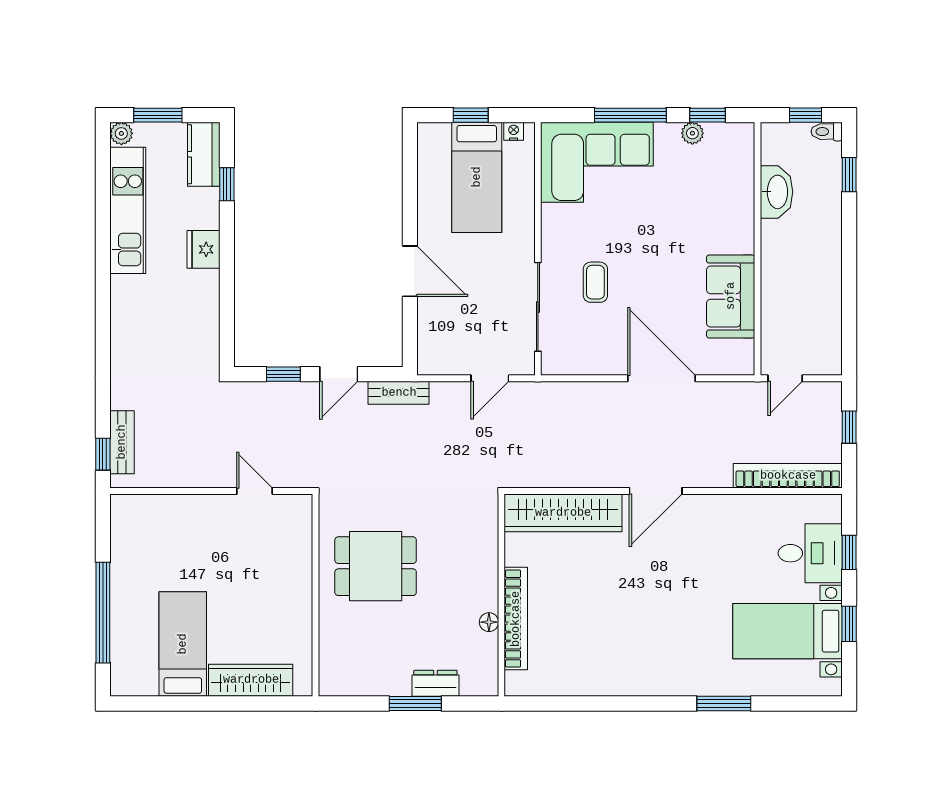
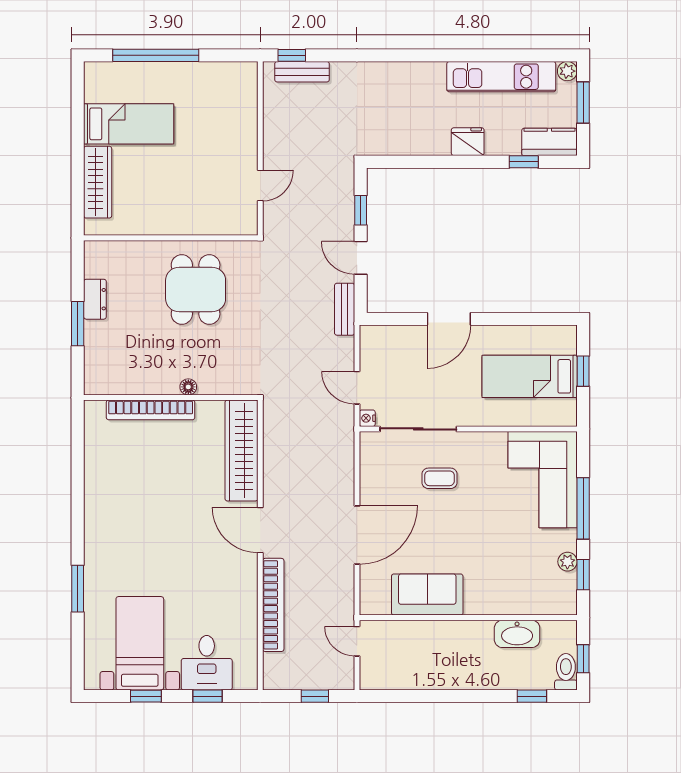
nightstand: (514, 131) -> (367, 418), moved, turned 180
toilet: (827, 132) -> (566, 672), width x1.37, depth x1.39
bookcase: (788, 476) -> (273, 605), moved
floor lamp: (489, 622) -> (188, 387), moved
dresser: (435, 683) -> (95, 299), moved

